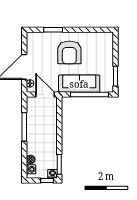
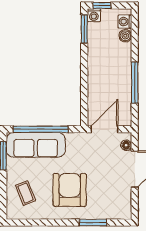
coffee table: (100, 50) -> (25, 193), added
sofa: (79, 84) -> (36, 145), moved
door: (45, 95) -> (104, 129), swing flipped

